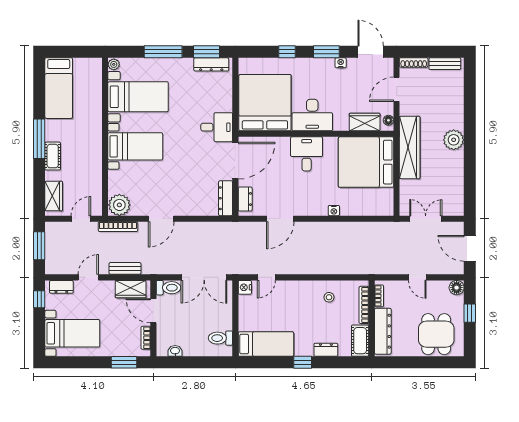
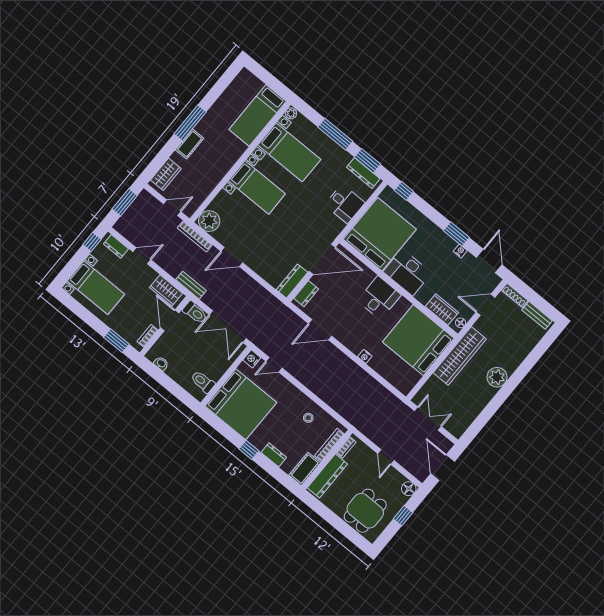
window: (287, 52) -> (404, 191), moved
bed: (59, 88) -> (258, 115), moved
desk: (217, 127) -> (345, 204), moved
bench: (125, 268) -> (191, 285), moved
bed: (266, 344) -> (241, 404), width x2.04

